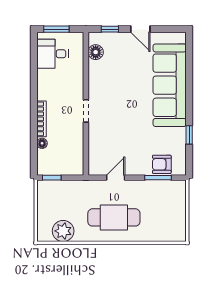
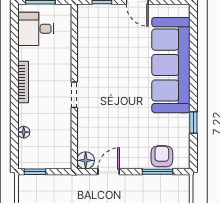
floor lamp: (96, 52) -> (86, 160), moved
bookcase: (41, 119) -> (23, 82), moved
armchair: (162, 164) -> (162, 156), turned 90

